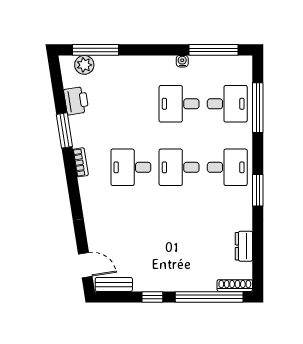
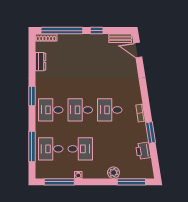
plant: (84, 65) -> (113, 173), moved
desk: (131, 167) -> (110, 110), turned 180
desk: (179, 167) -> (80, 110), turned 180

